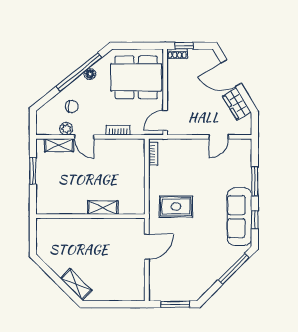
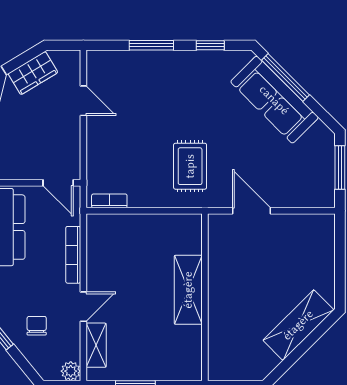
plant: (66, 129) -> (71, 371), moved
bookcase: (118, 130) -> (73, 255), width x1.56
shelving: (103, 208) -> (188, 290), width x1.50, depth x1.33
sofa: (239, 217) -> (274, 100), moved, turned 45
shelving: (76, 284) -> (298, 325), width x1.50, depth x1.33

